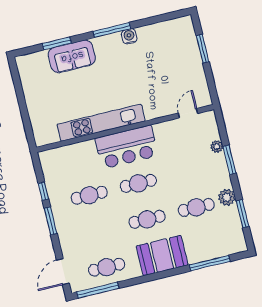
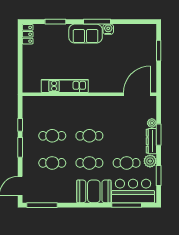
sofa: (72, 56) -> (86, 34), moved
locker: (24, 69) -> (28, 34), added
door: (188, 113) -> (137, 94), width x1.87
kitchen unit: (101, 123) -> (65, 86), width x0.73
bar counter: (127, 147) -> (133, 191), moved, turned 180
dresser: (222, 171) -> (151, 141), added
cafe table: (107, 267) -> (52, 163), moved

